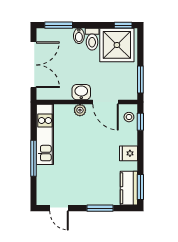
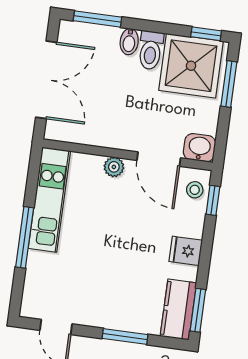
window: (140, 80) -> (229, 84), moved
washbasin: (81, 92) -> (200, 148), moved

